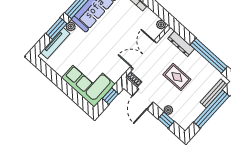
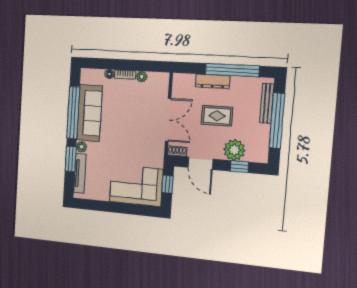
plant: (161, 25) -> (142, 77), moved
dresser: (181, 44) -> (213, 81), moved
double door: (144, 55) -> (168, 120), swing flipped
plant: (168, 110) -> (234, 150), width x1.88, depth x1.88

